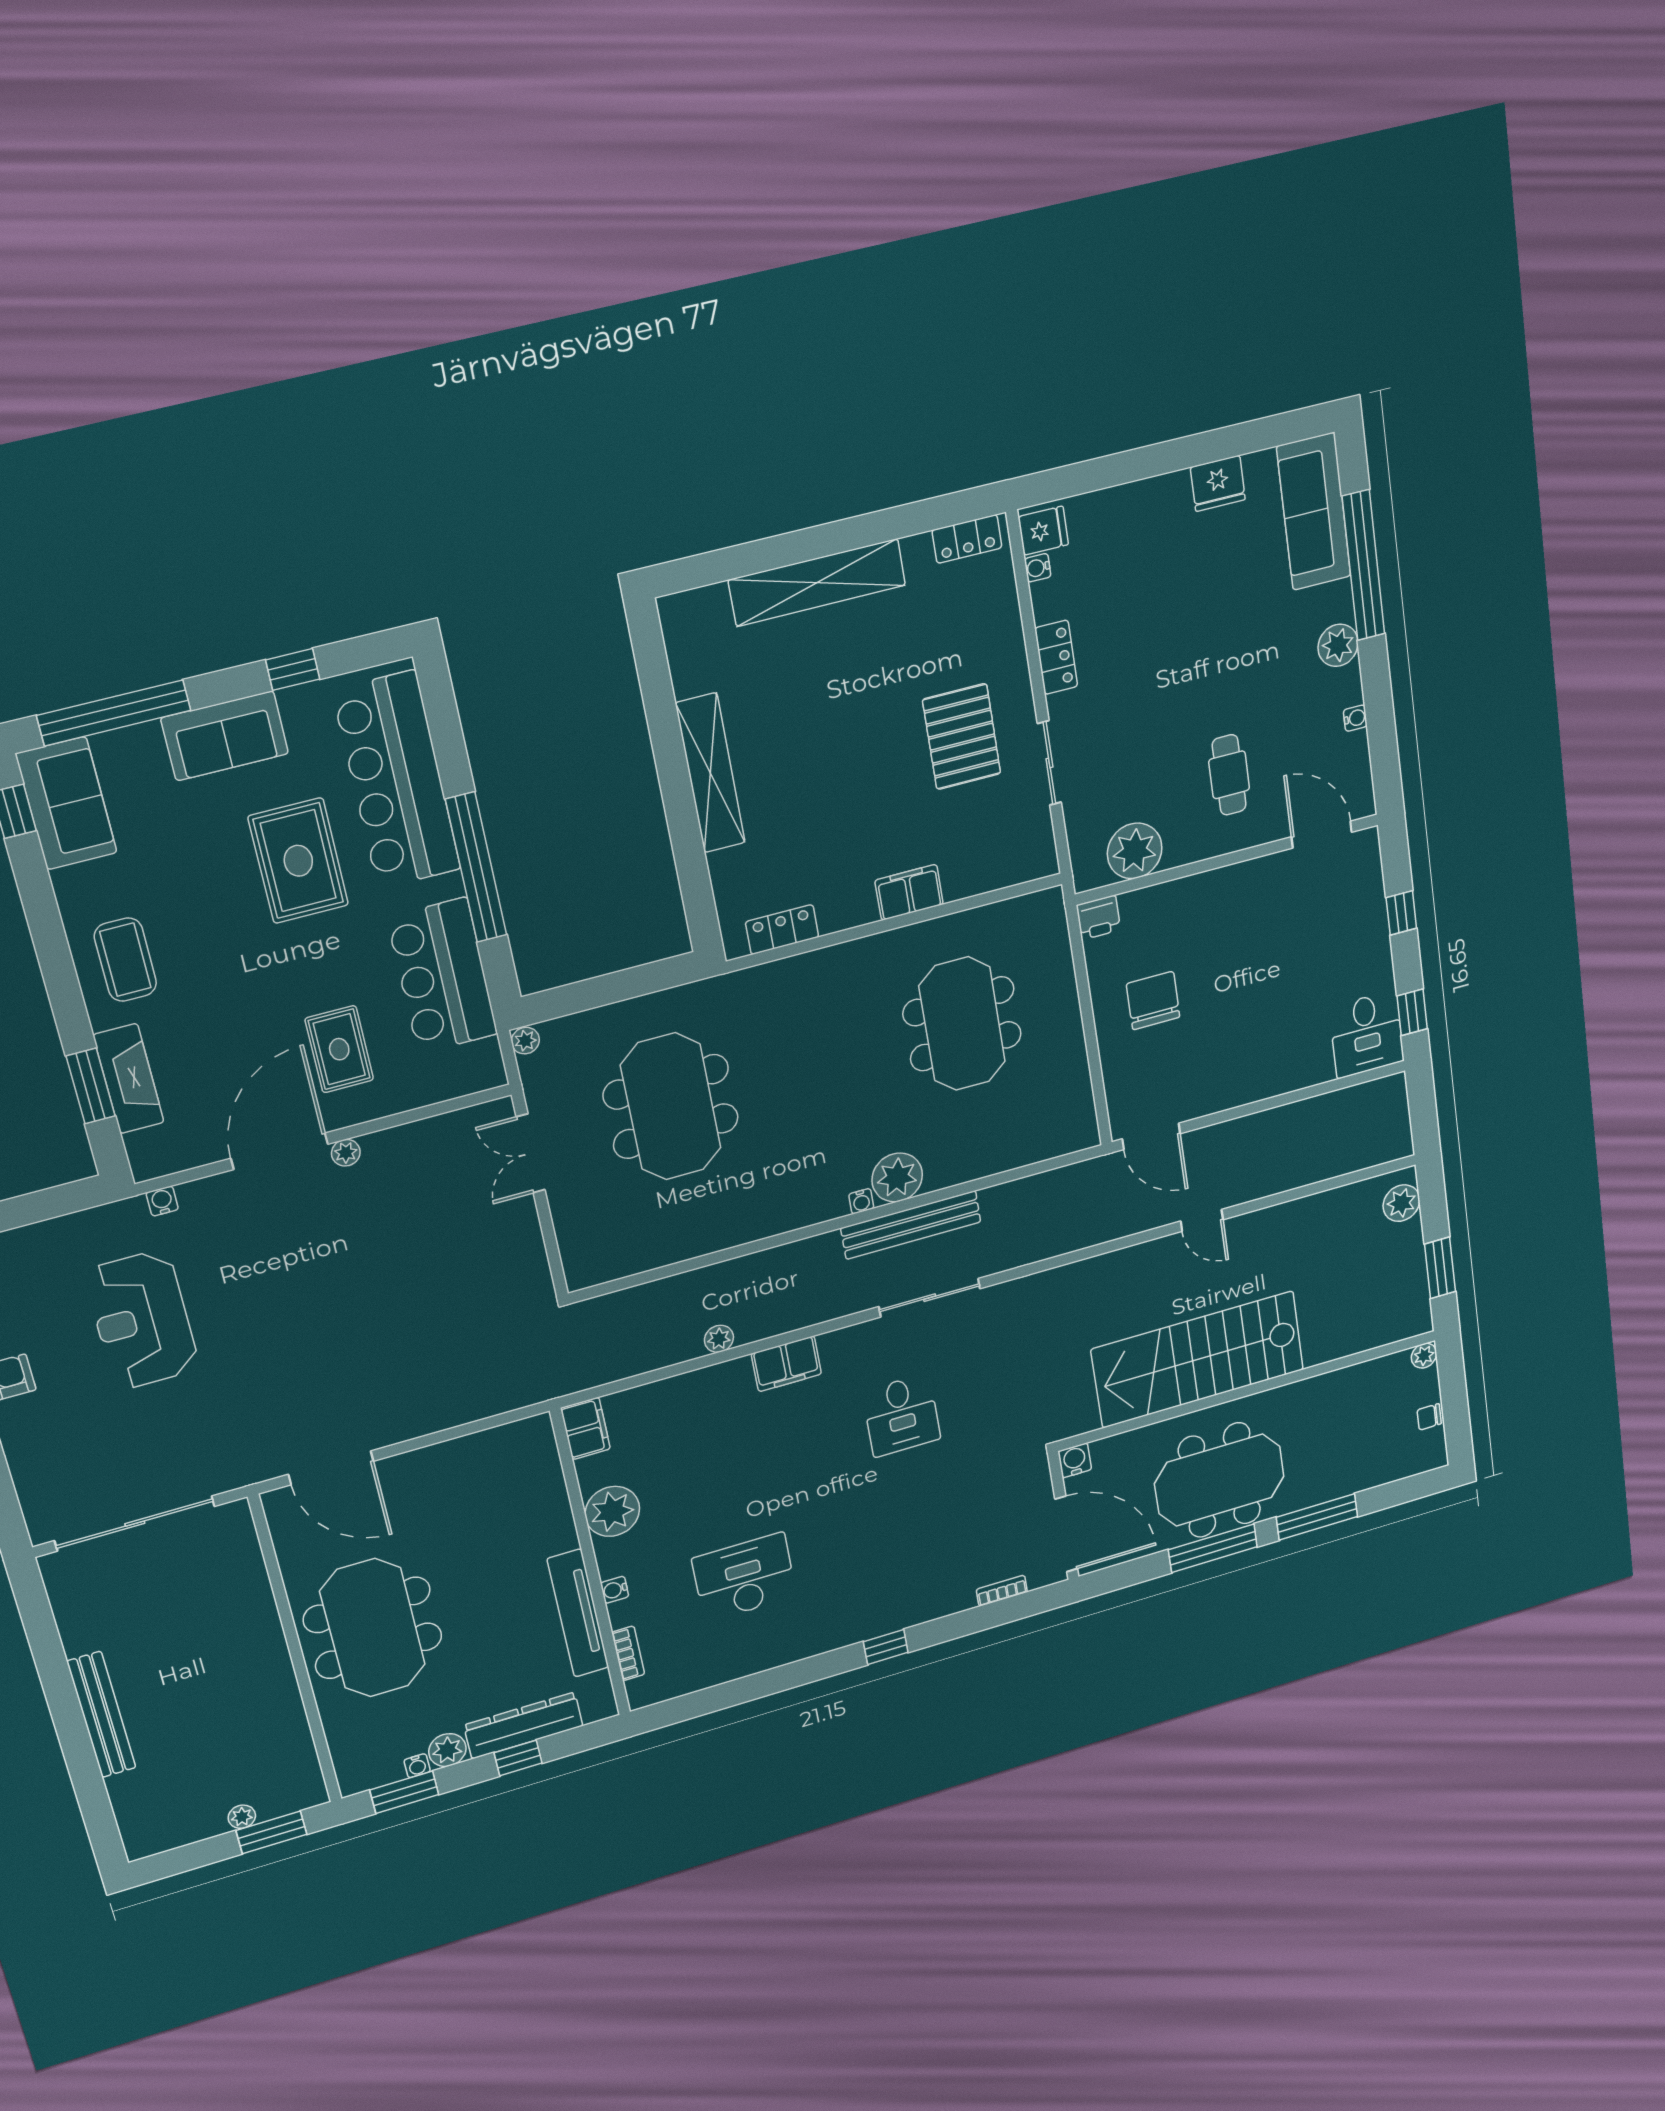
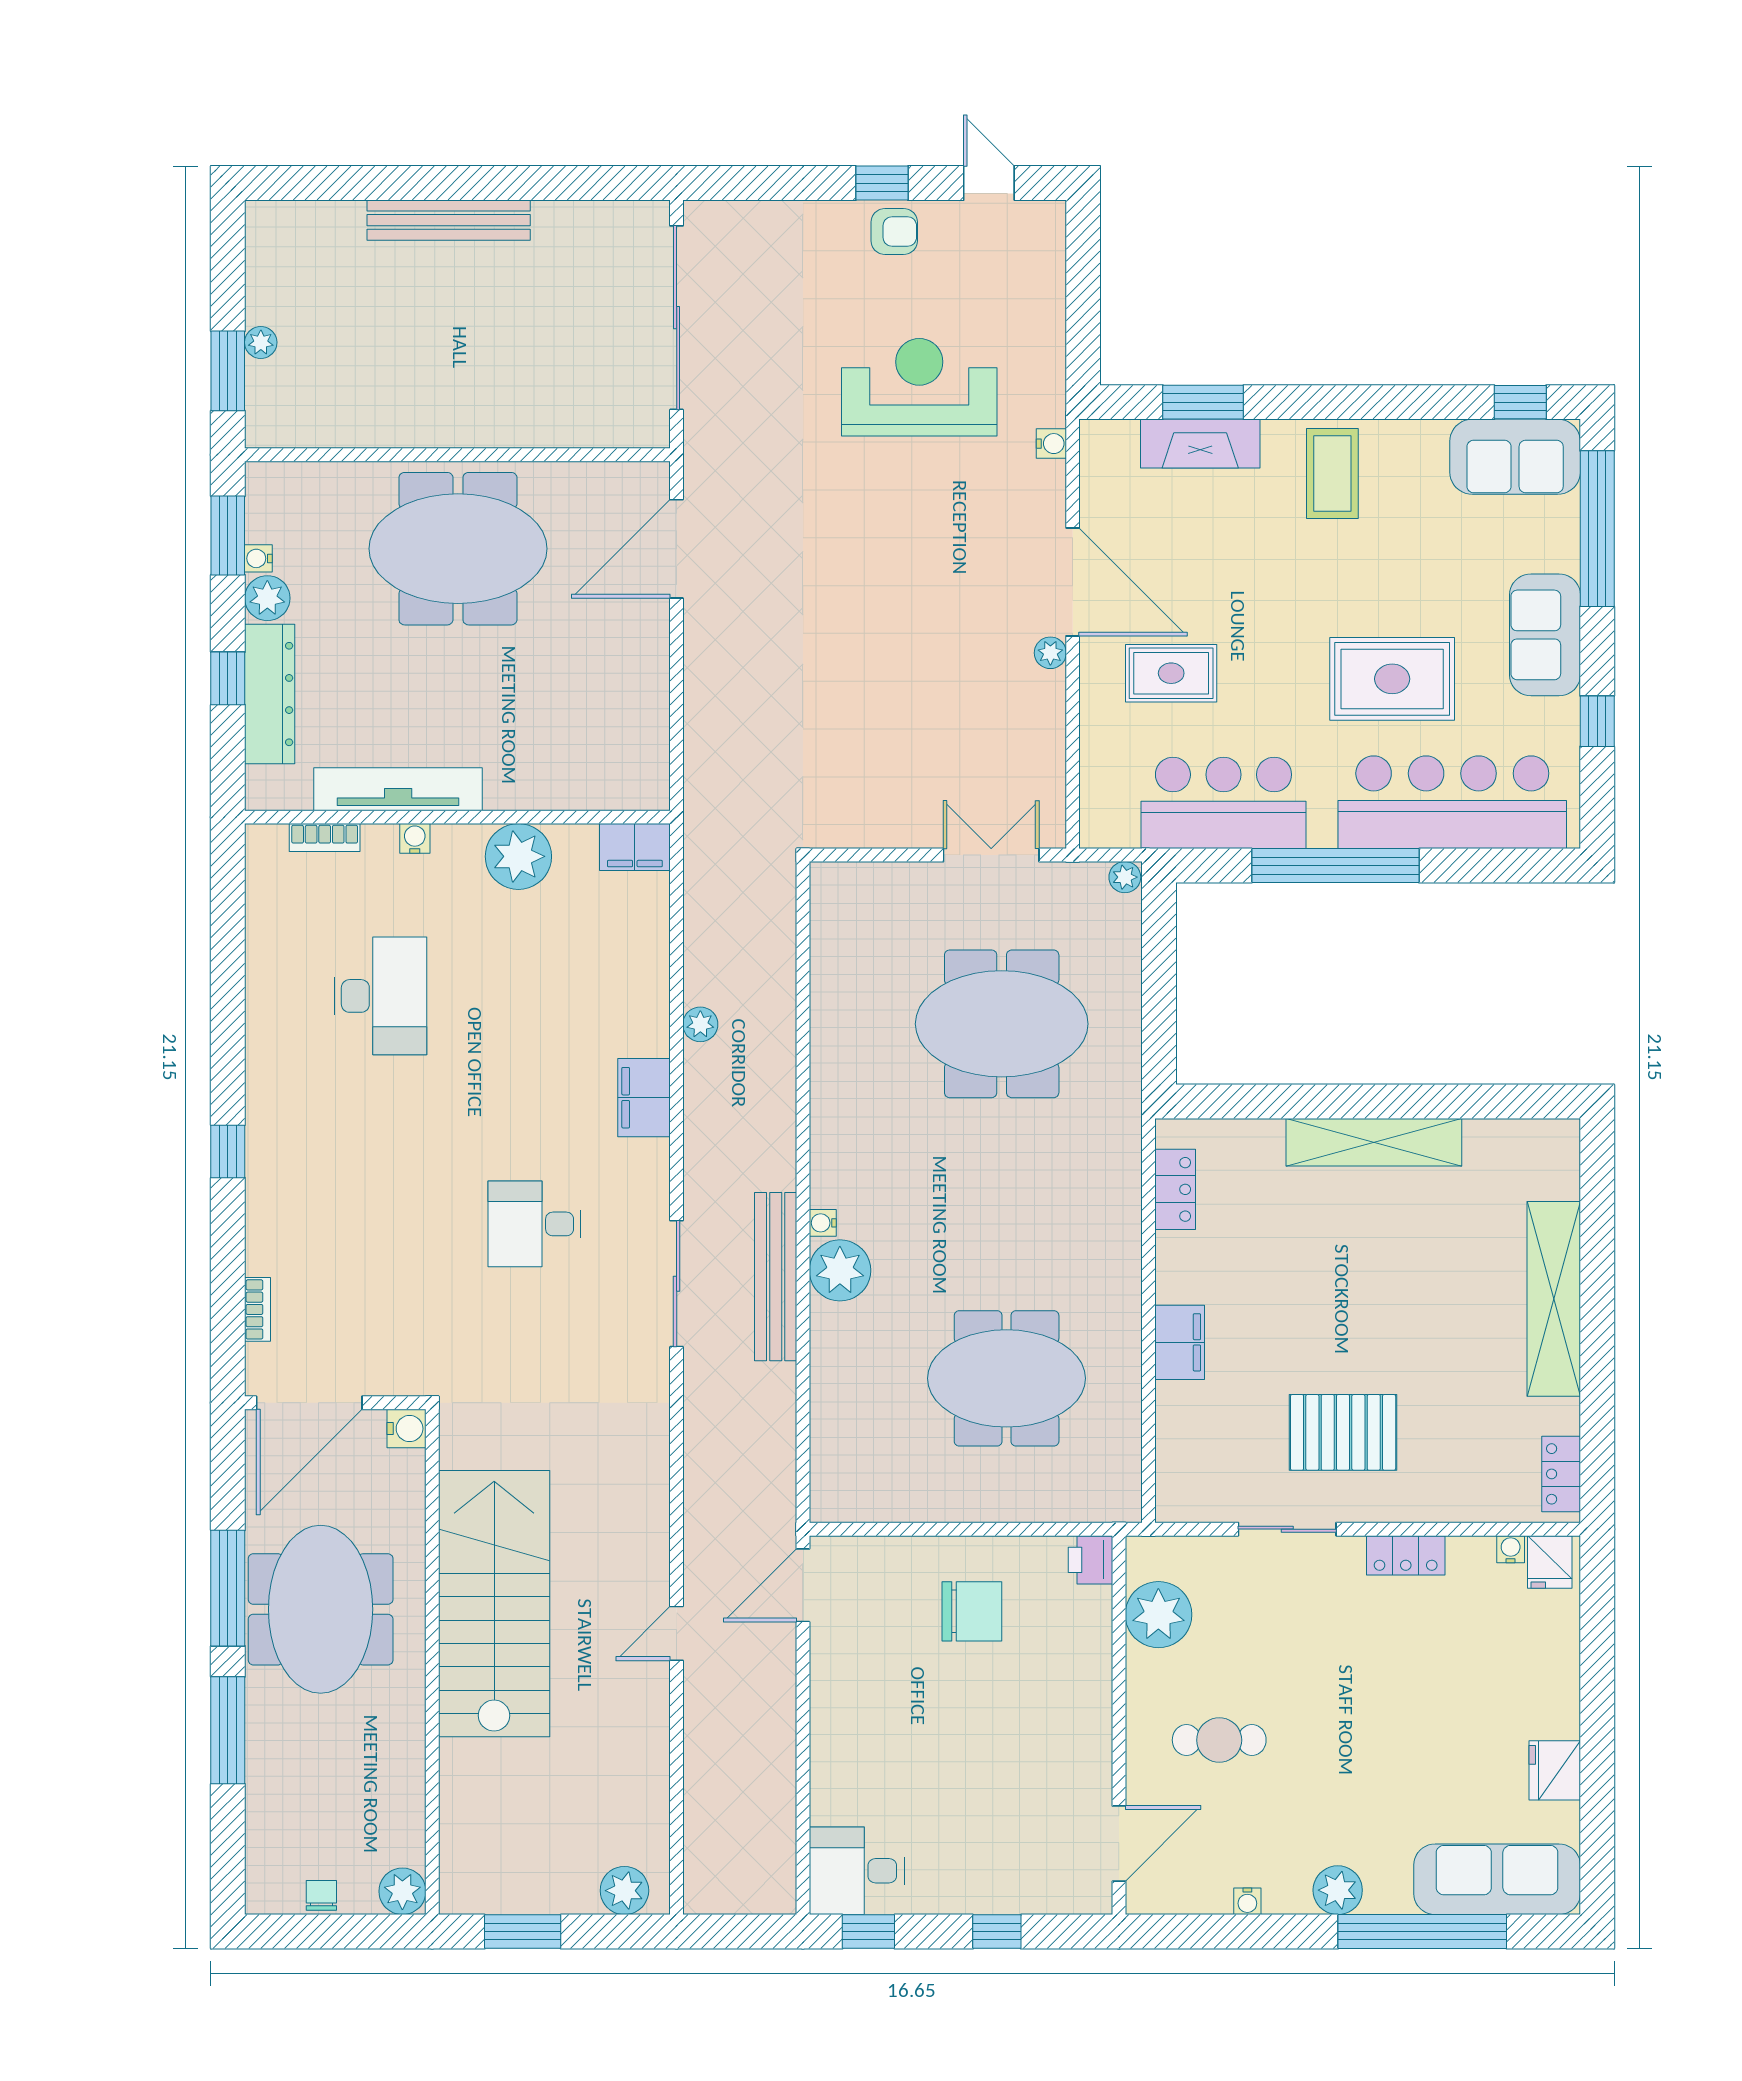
coffee table: (125, 960) -> (1332, 474), turned 90
plant: (1424, 1356) -> (402, 1891), width x1.38, depth x1.38

